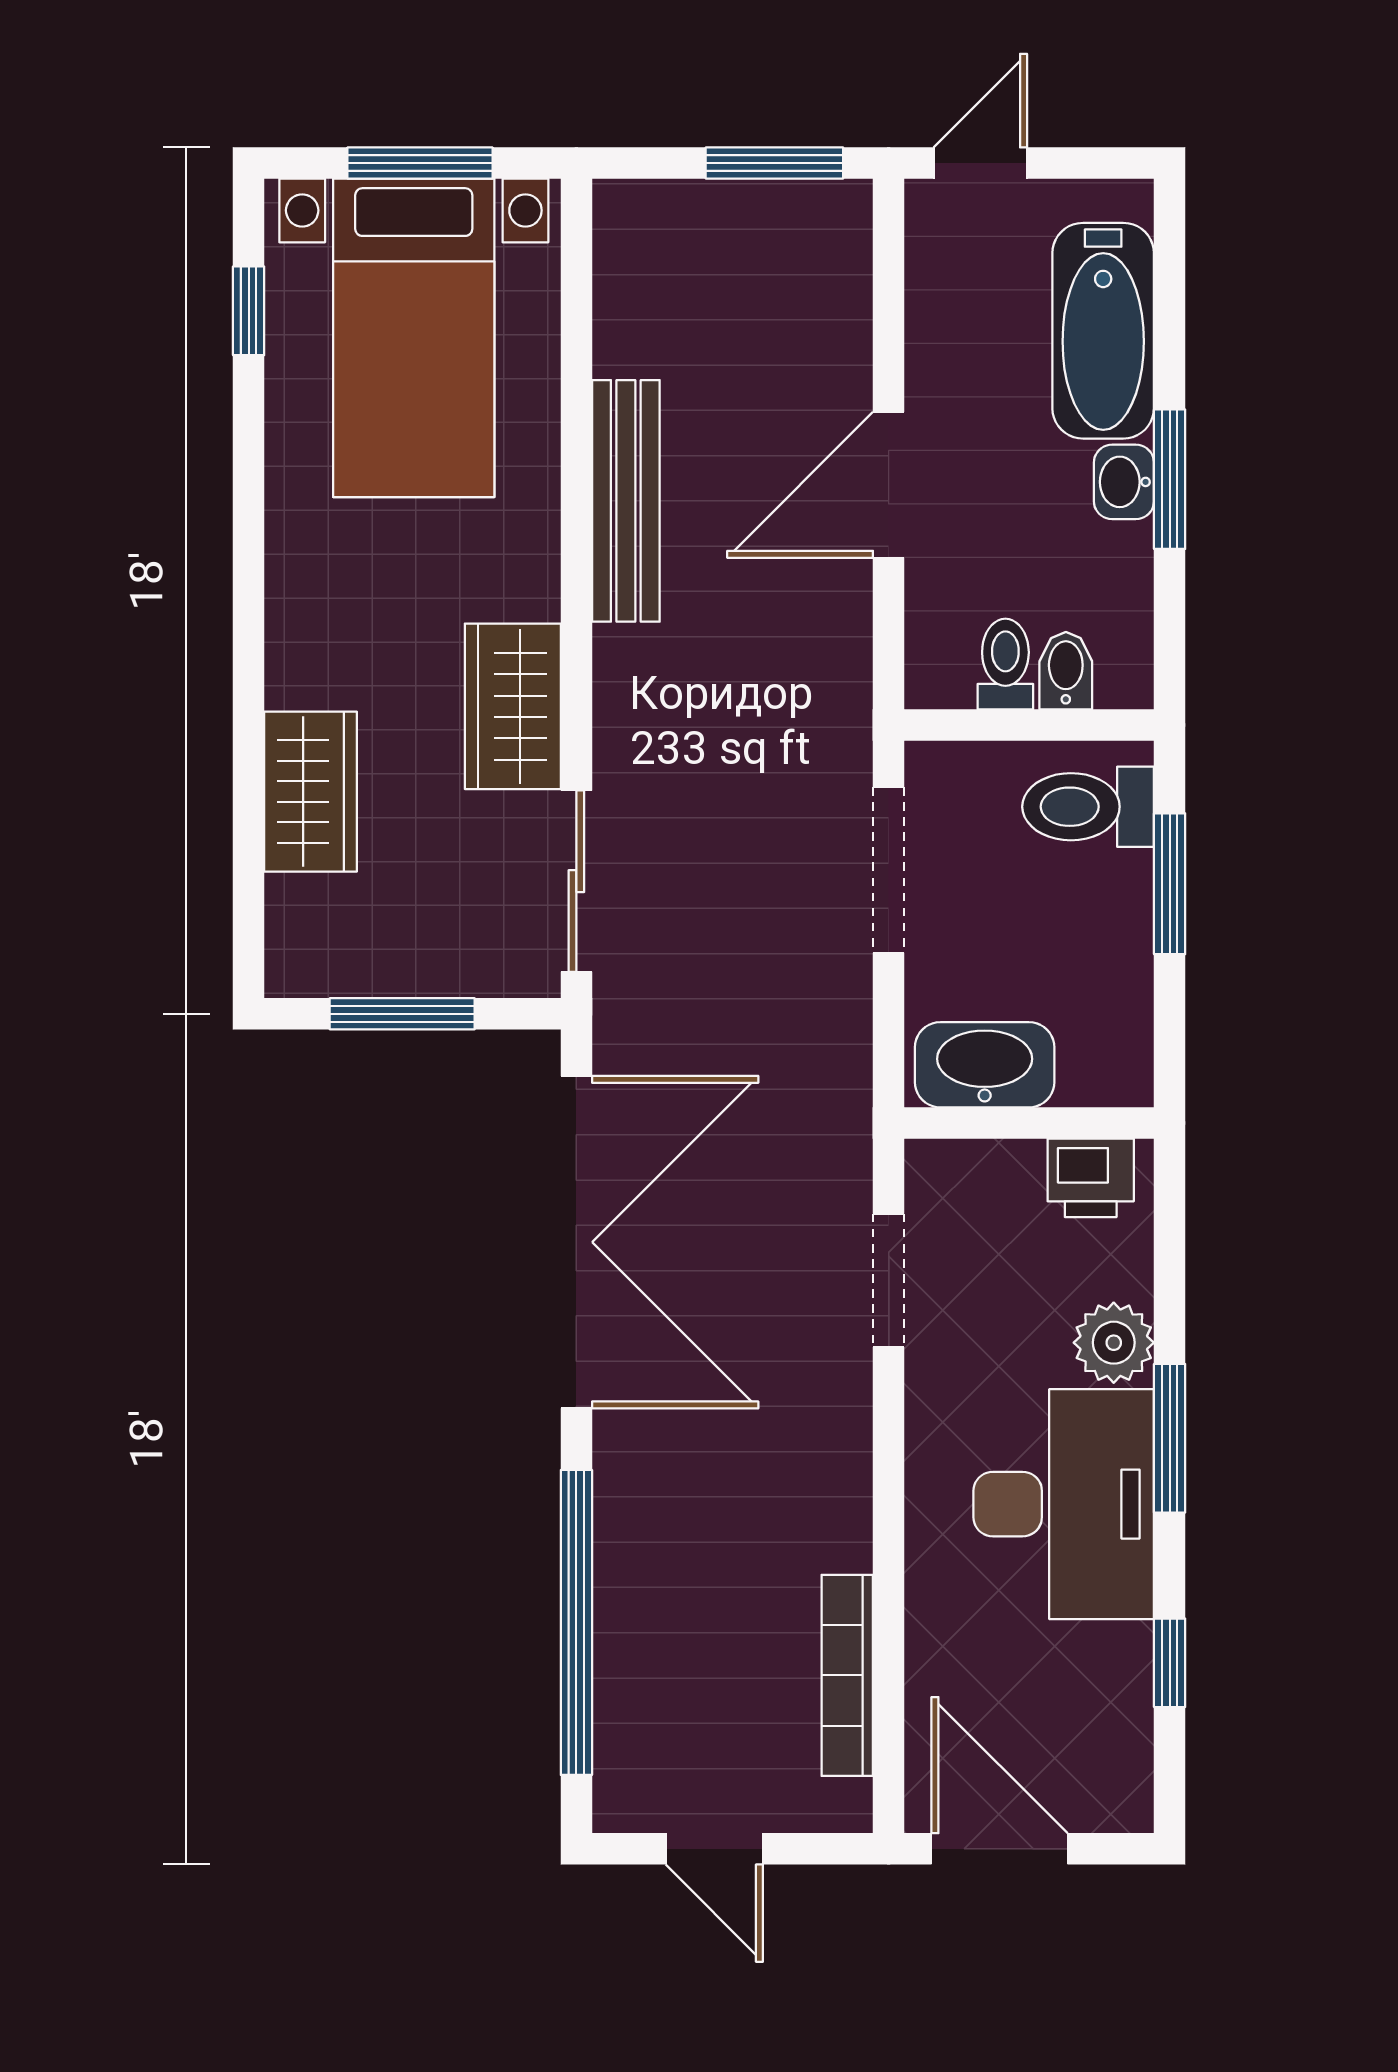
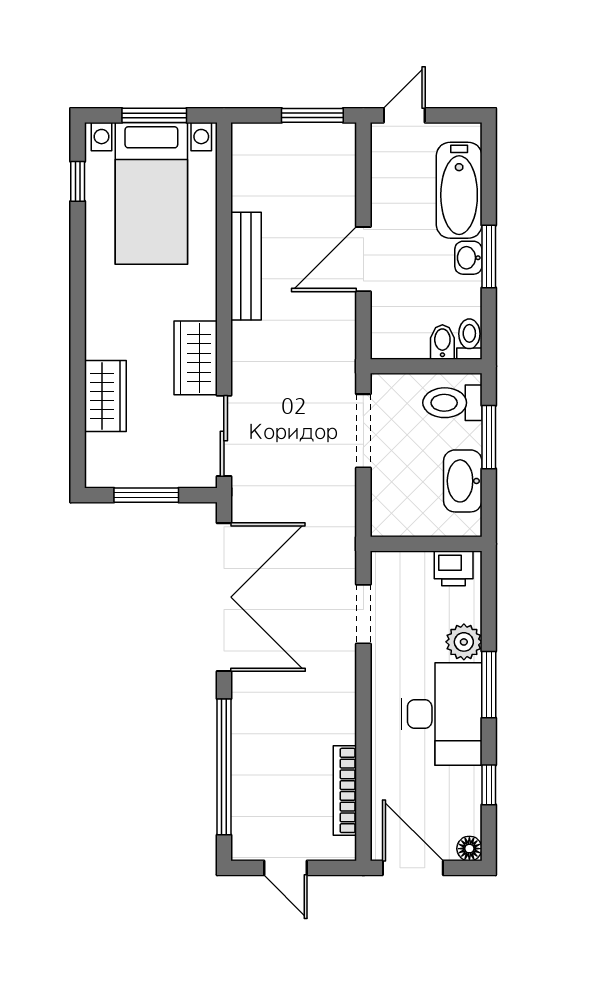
toilet: (1005, 664) -> (469, 339), moved
washbasin: (985, 1065) -> (463, 481), moved, turned -90
floor lamp: (1126, 1805) -> (469, 849), added

